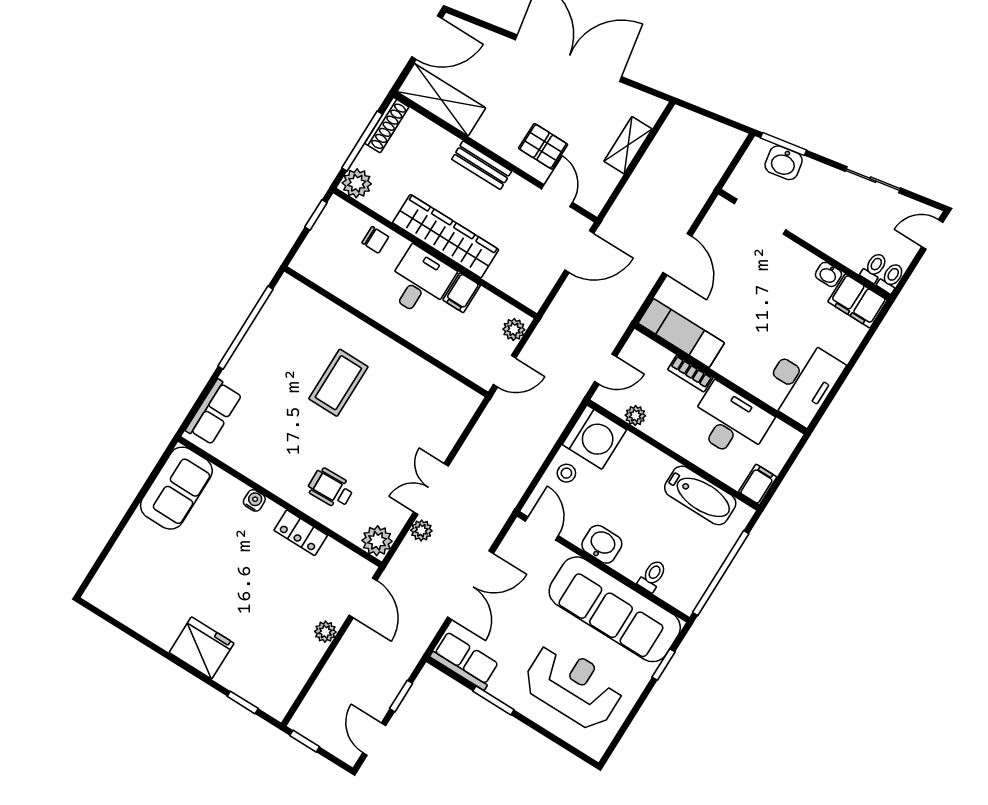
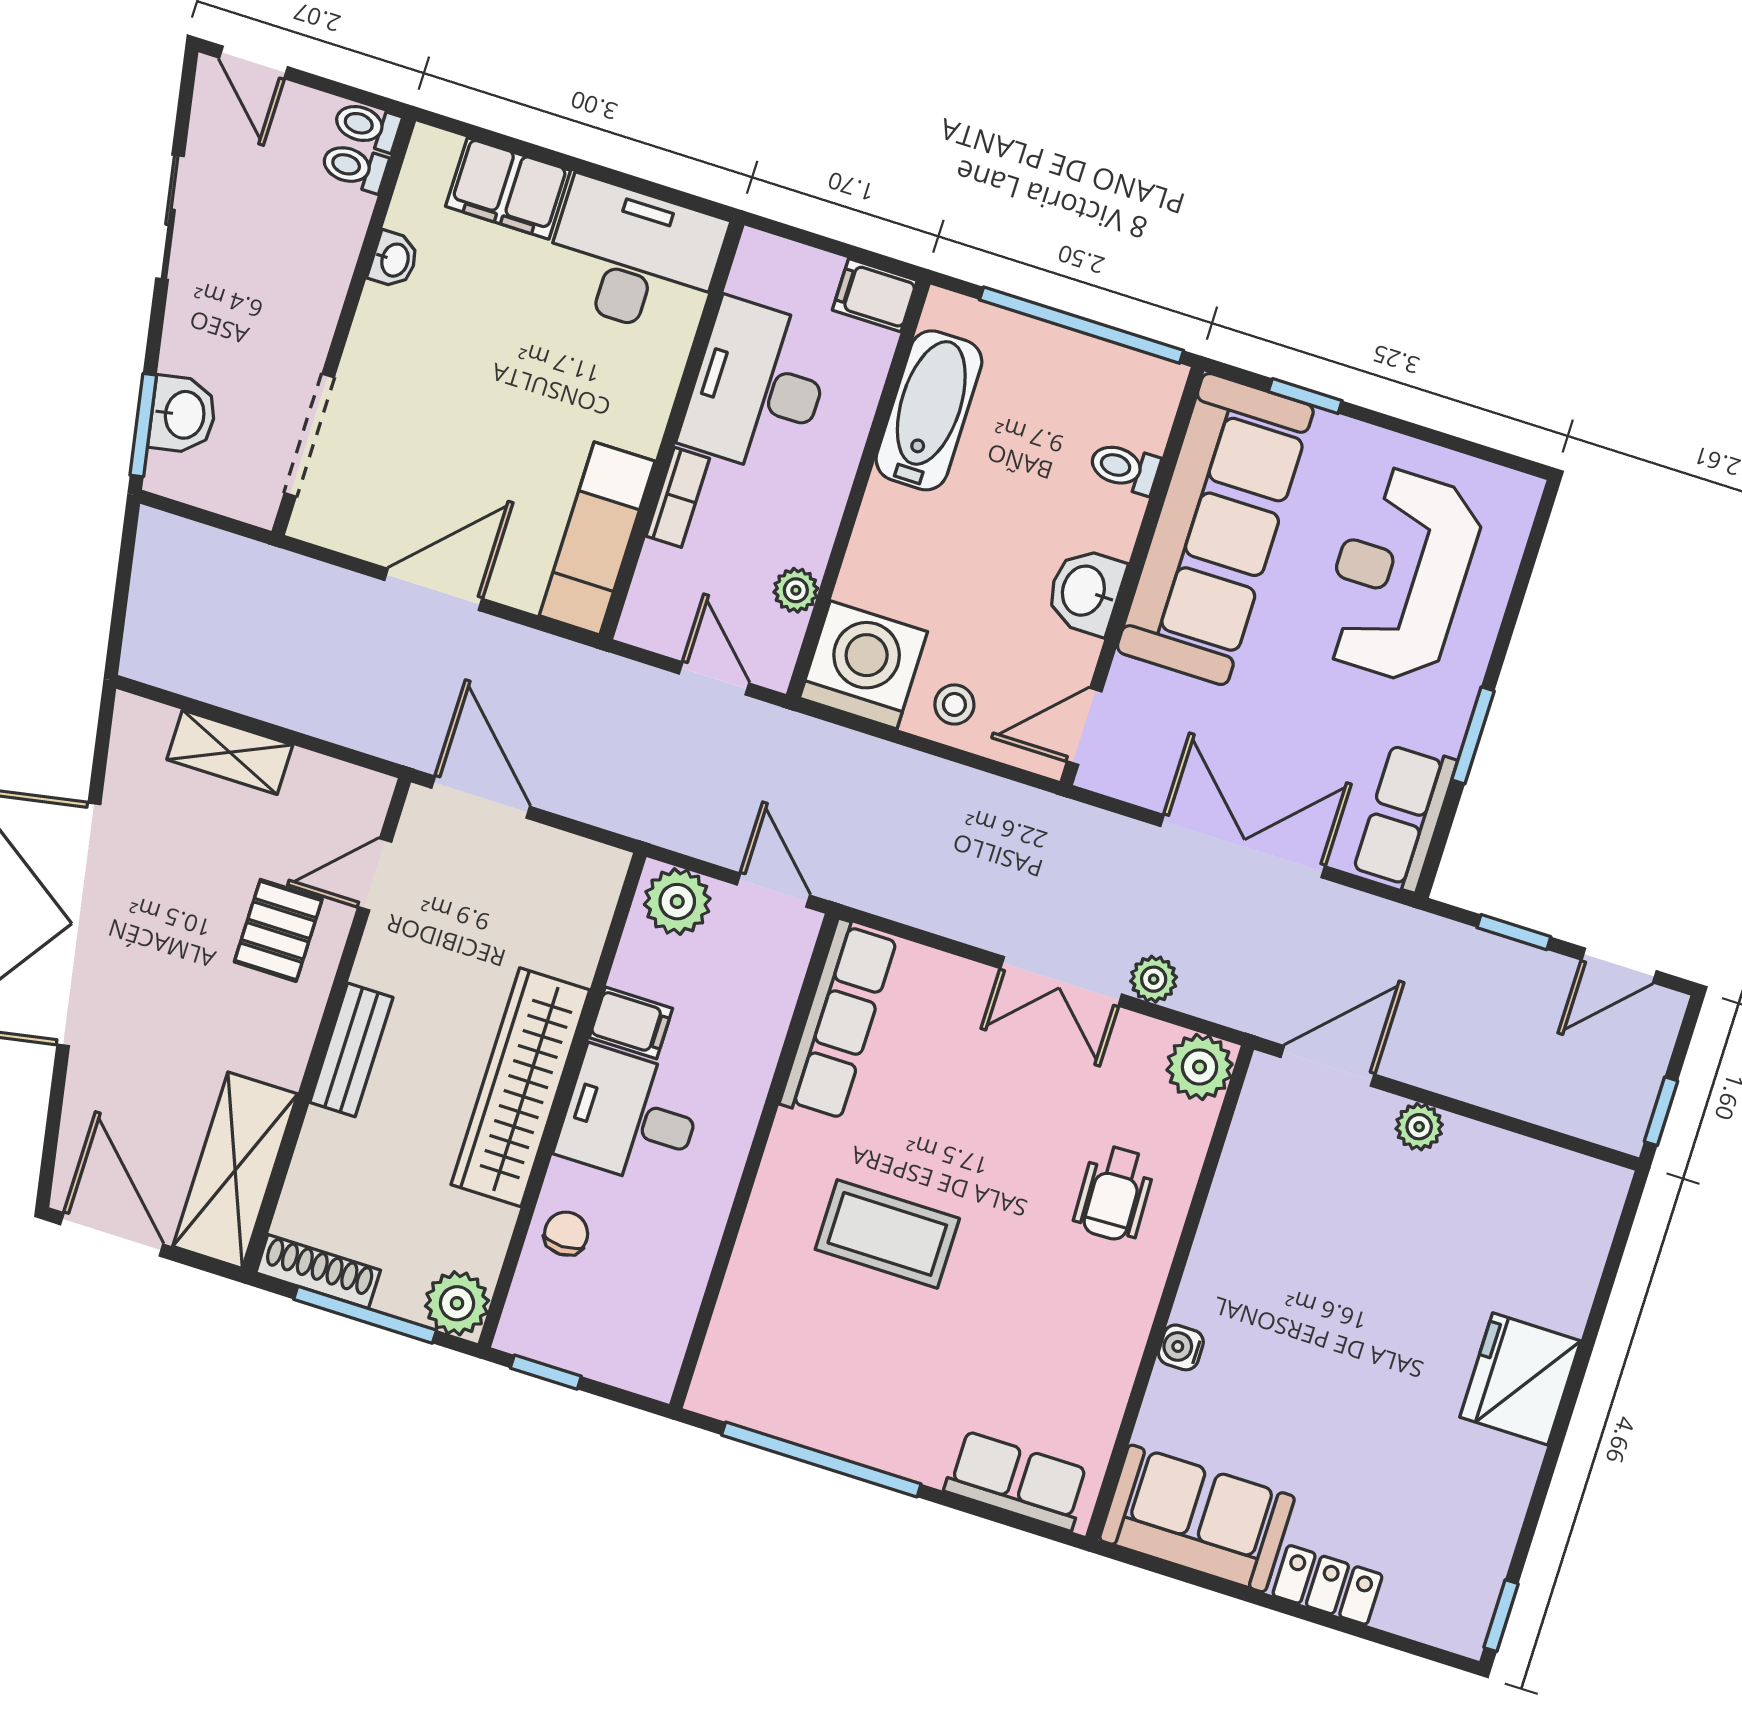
filing cabinet: (858, 301) -> (508, 188), moved, turned 90
plant: (514, 329) -> (677, 902), width x1.38, depth x1.38
row of seats: (439, 385) -> (839, 1020), added
locker: (301, 533) -> (1327, 1585), moved, turned -90
window: (243, 702) -> (1501, 1616), moved

